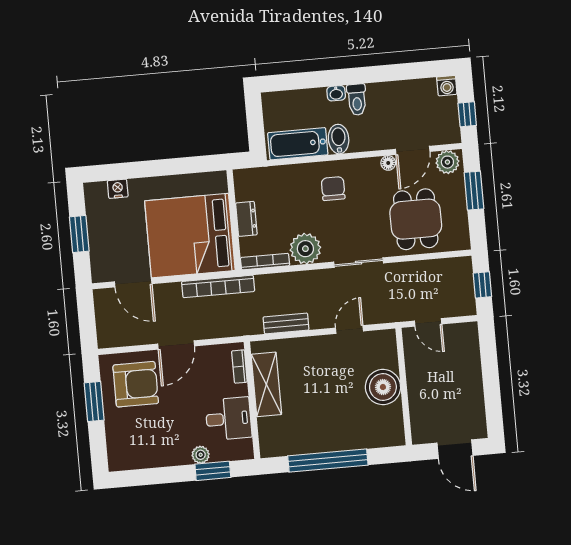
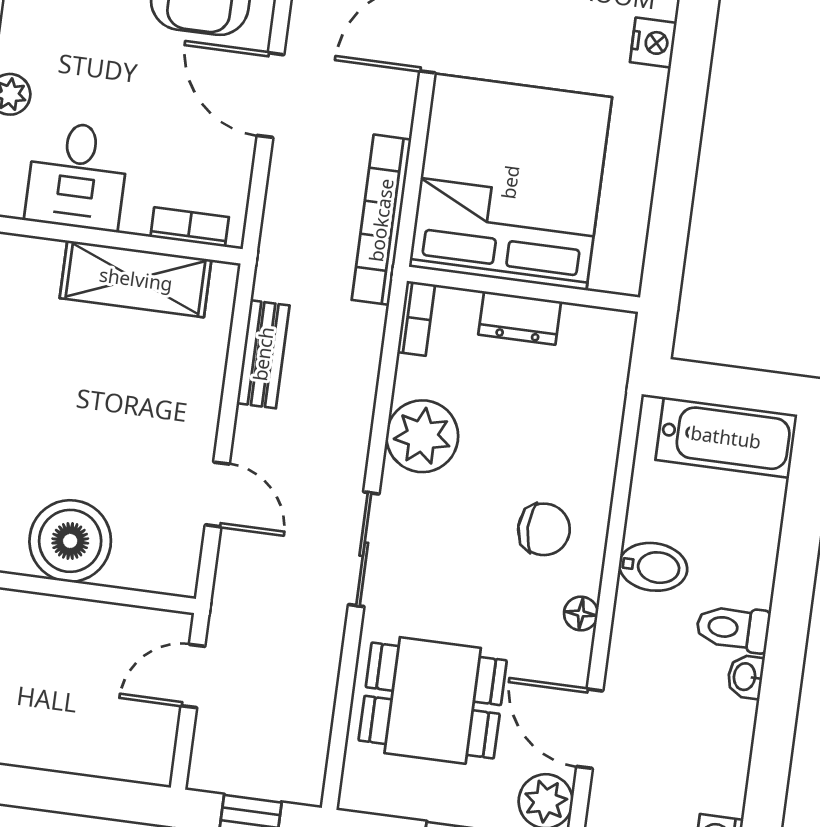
washbasin: (336, 93) -> (746, 677), moved
bathtub: (298, 144) -> (726, 437), moved, turned 90
floor lamp: (388, 163) -> (581, 614), moved
bookcase: (265, 262) -> (416, 318), width x0.64

